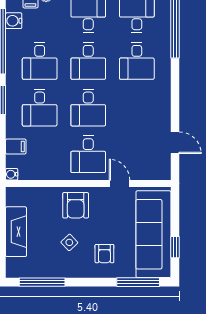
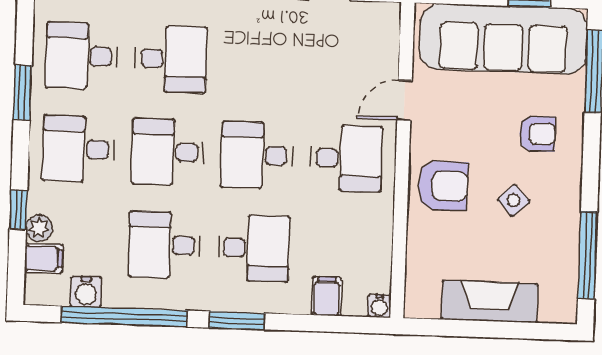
desk: (40, 61) -> (164, 245), turned 180
desk: (88, 61) -> (168, 152), turned 180
desk: (88, 108) -> (257, 155), turned 180

